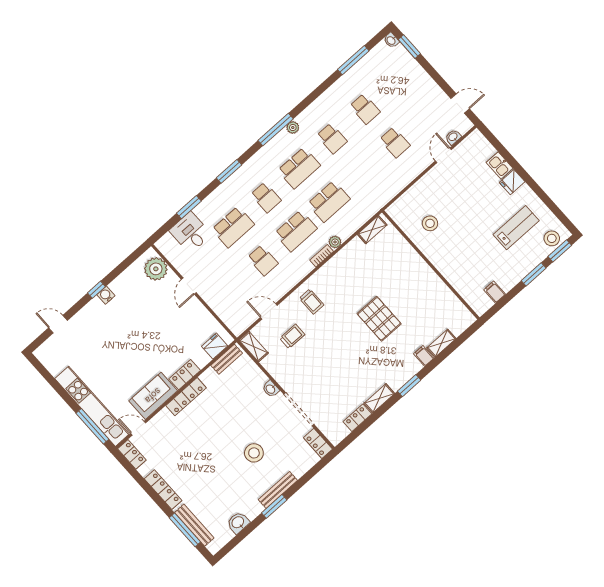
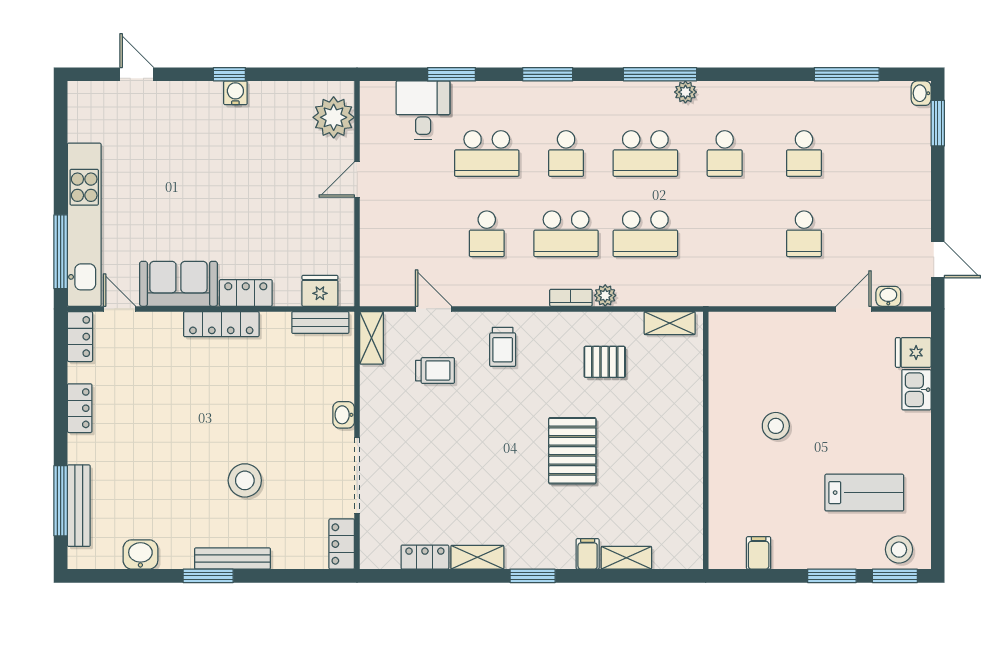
fridge: (512, 182) -> (913, 352), moved
stool: (430, 223) -> (776, 426), moved
pallet: (360, 270) -> (605, 362), added
locker: (163, 490) -> (80, 408), width x0.66

